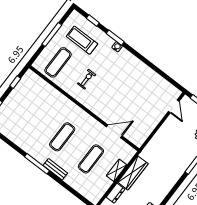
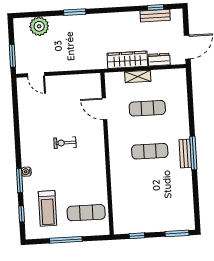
exercise bike: (87, 79) -> (65, 143), moved
door: (174, 106) -> (36, 75), swing flipped
bench: (55, 169) -> (185, 154), moved

